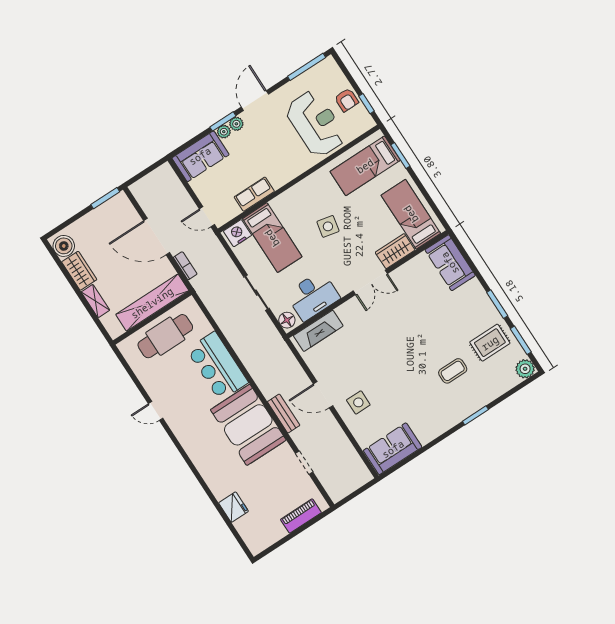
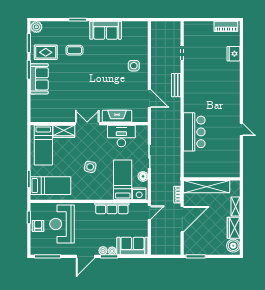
row of seats: (254, 194) -> (112, 208), width x1.48
door: (207, 217) -> (149, 213), hinge flipped
door: (157, 237) -> (182, 219), hinge flipped
sofa: (450, 263) -> (39, 79), moved
floor lamp: (287, 320) -> (143, 176), moved
fireplace: (318, 331) -> (117, 116), moved
cafe table: (165, 336) -> (211, 165), removed
door: (323, 395) -> (149, 99), moved
booth: (248, 425) -> (198, 91), removed
sofa: (393, 449) -> (106, 30), moved
piano: (301, 516) -> (226, 26), moved

